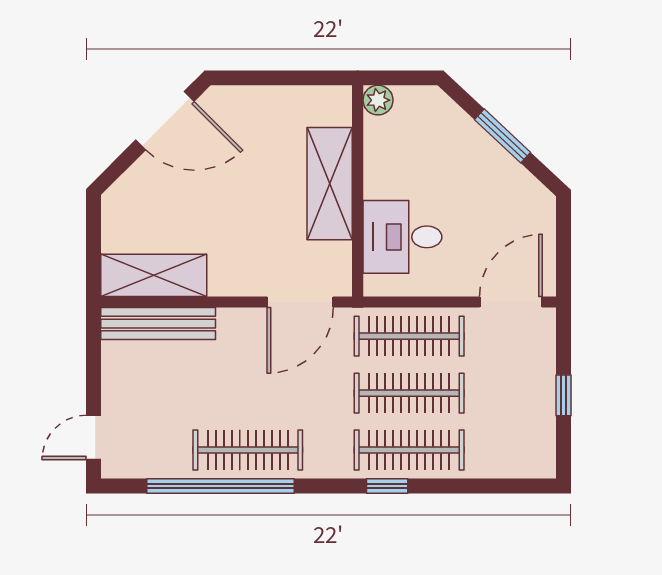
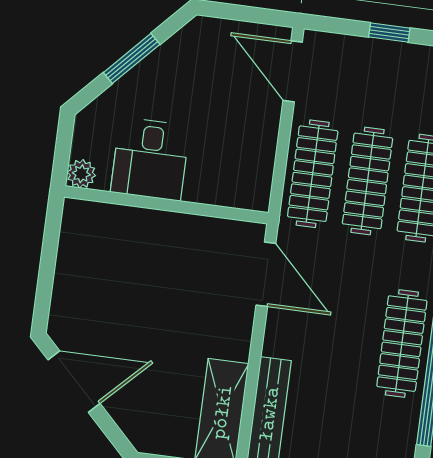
door: (165, 121) -> (74, 382), hinge flipped
shelving: (330, 184) -> (156, 231), removed
desk: (402, 237) -> (150, 159), moved

